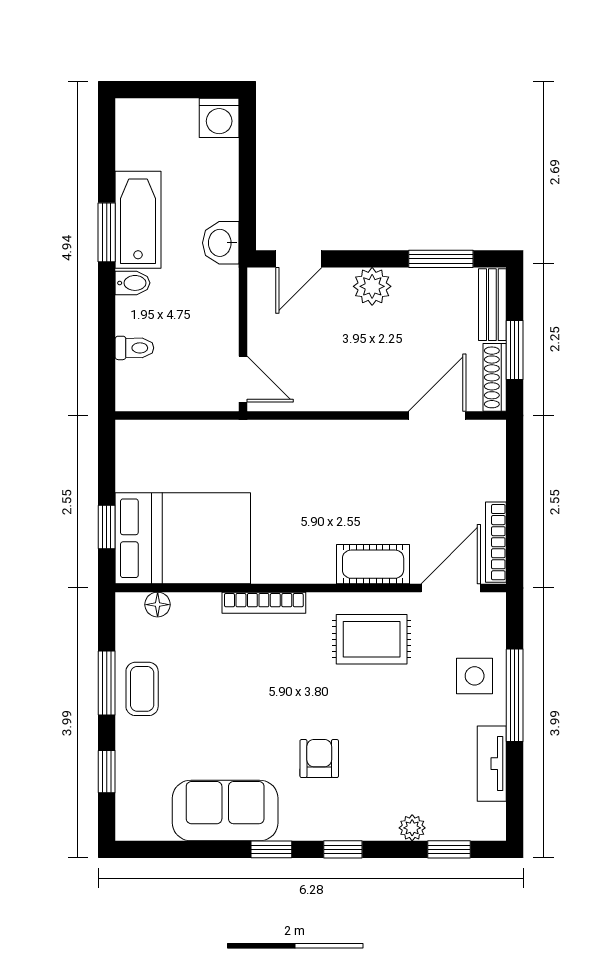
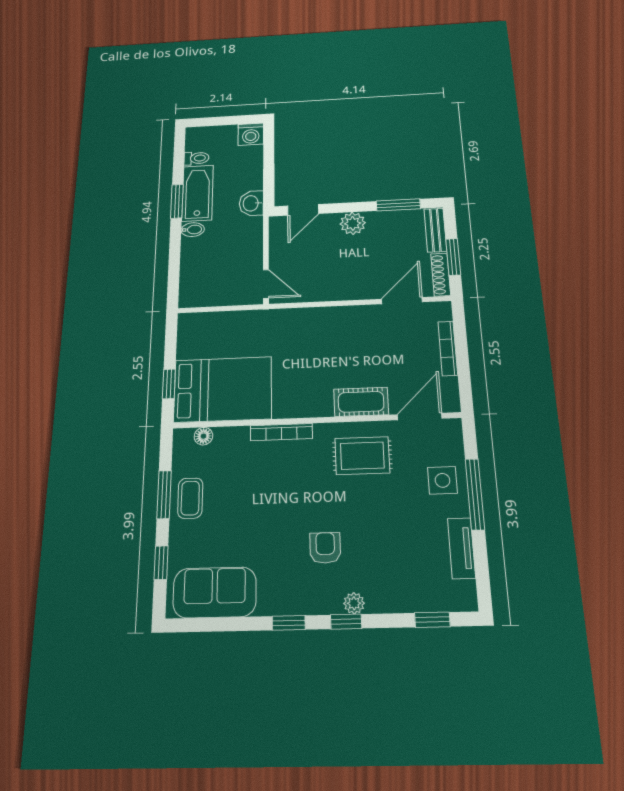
toilet: (134, 348) -> (196, 158), moved
bookcase: (496, 542) -> (448, 348), moved
sofa: (225, 811) -> (215, 592), moved
plant: (412, 828) -> (354, 603), moved

